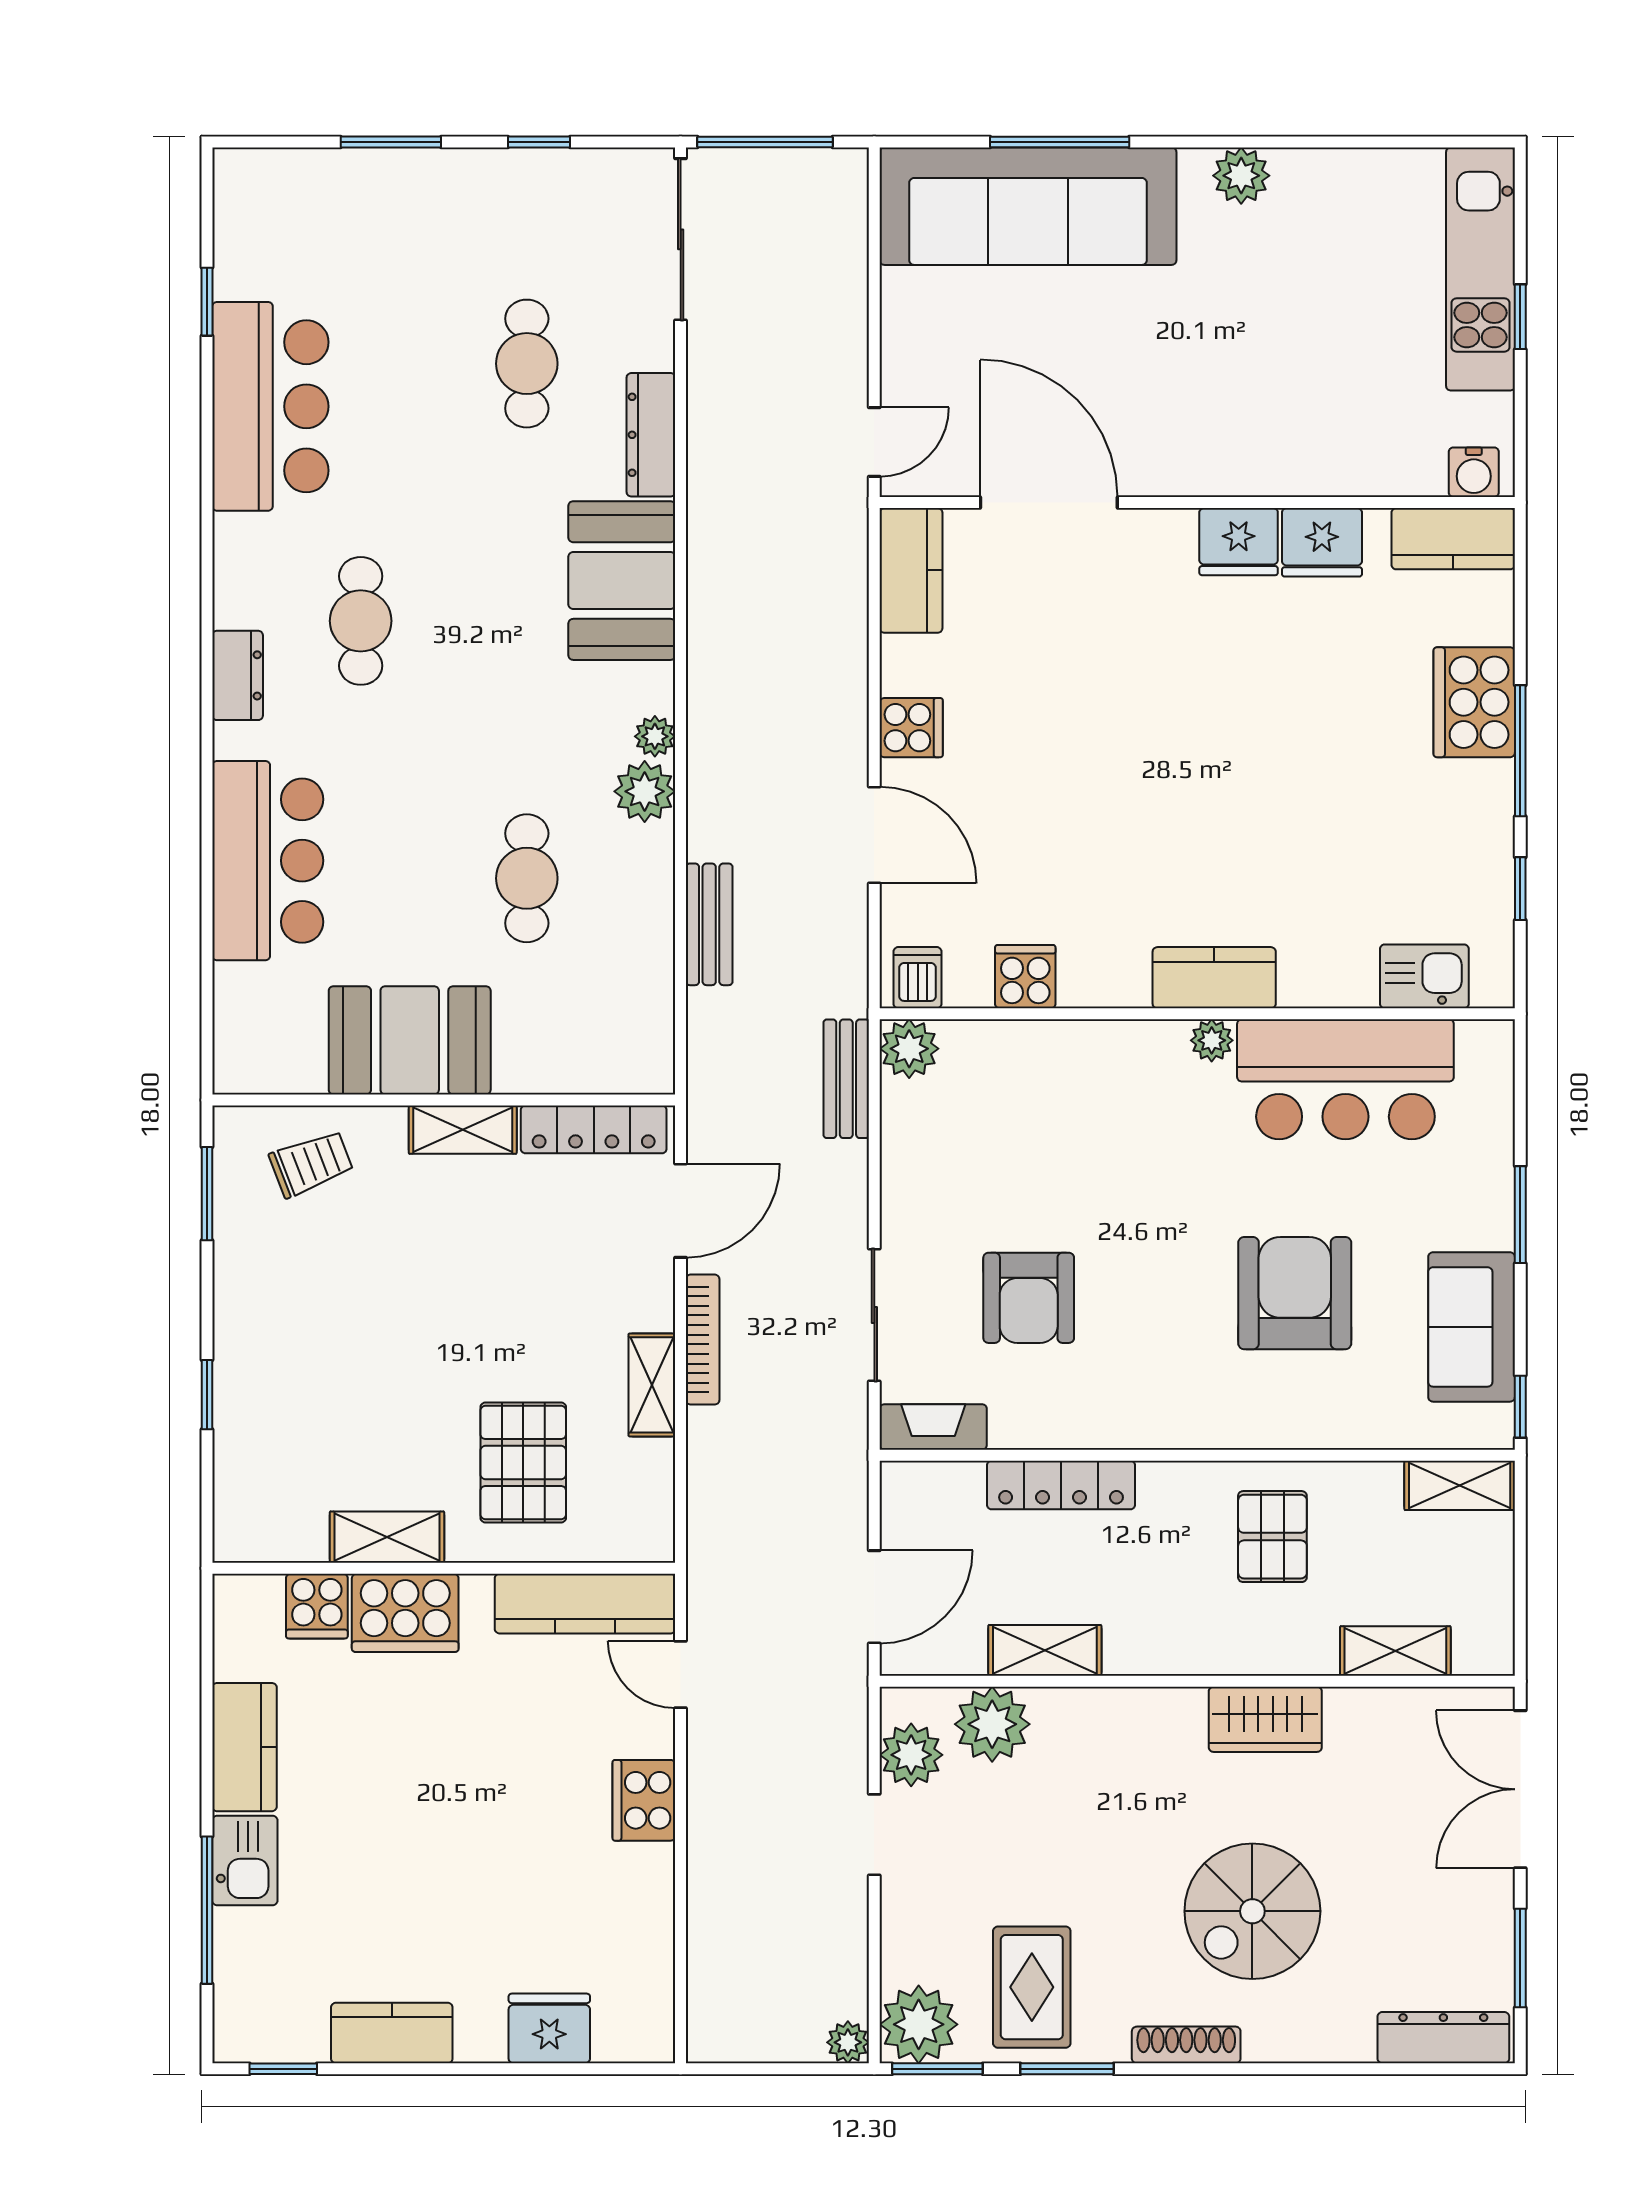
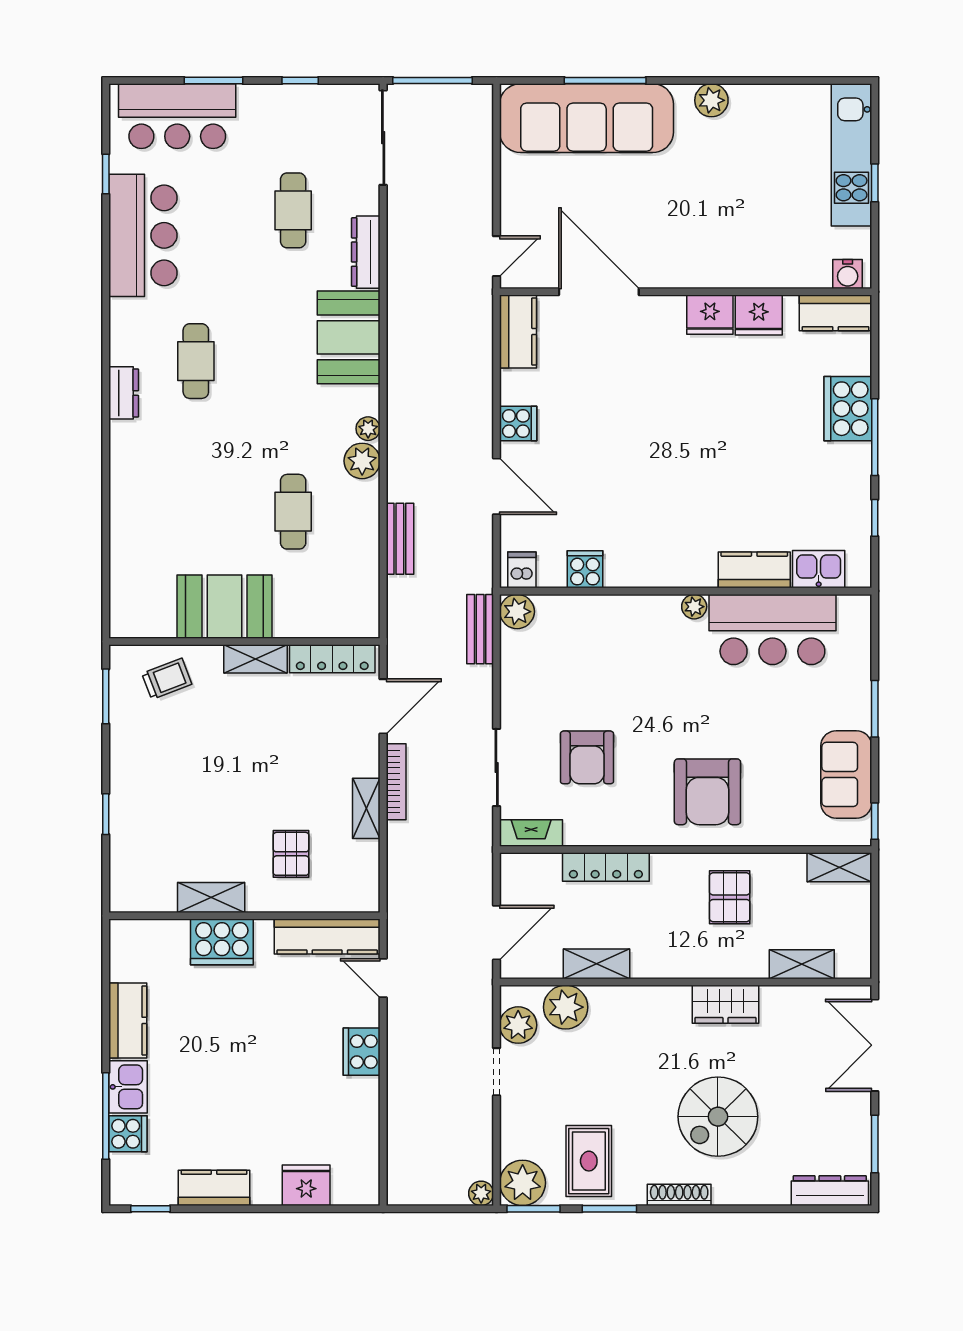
bar counter: (268, 861) -> (177, 116), moved, turned 90
kitchen counter: (1214, 978) -> (754, 570), moved
armchair: (1295, 1293) -> (707, 792), moved, turned 180
pallet: (523, 1463) -> (291, 854), width x0.67, depth x0.71
cooker: (317, 1606) -> (128, 1134), moved, turned -90

